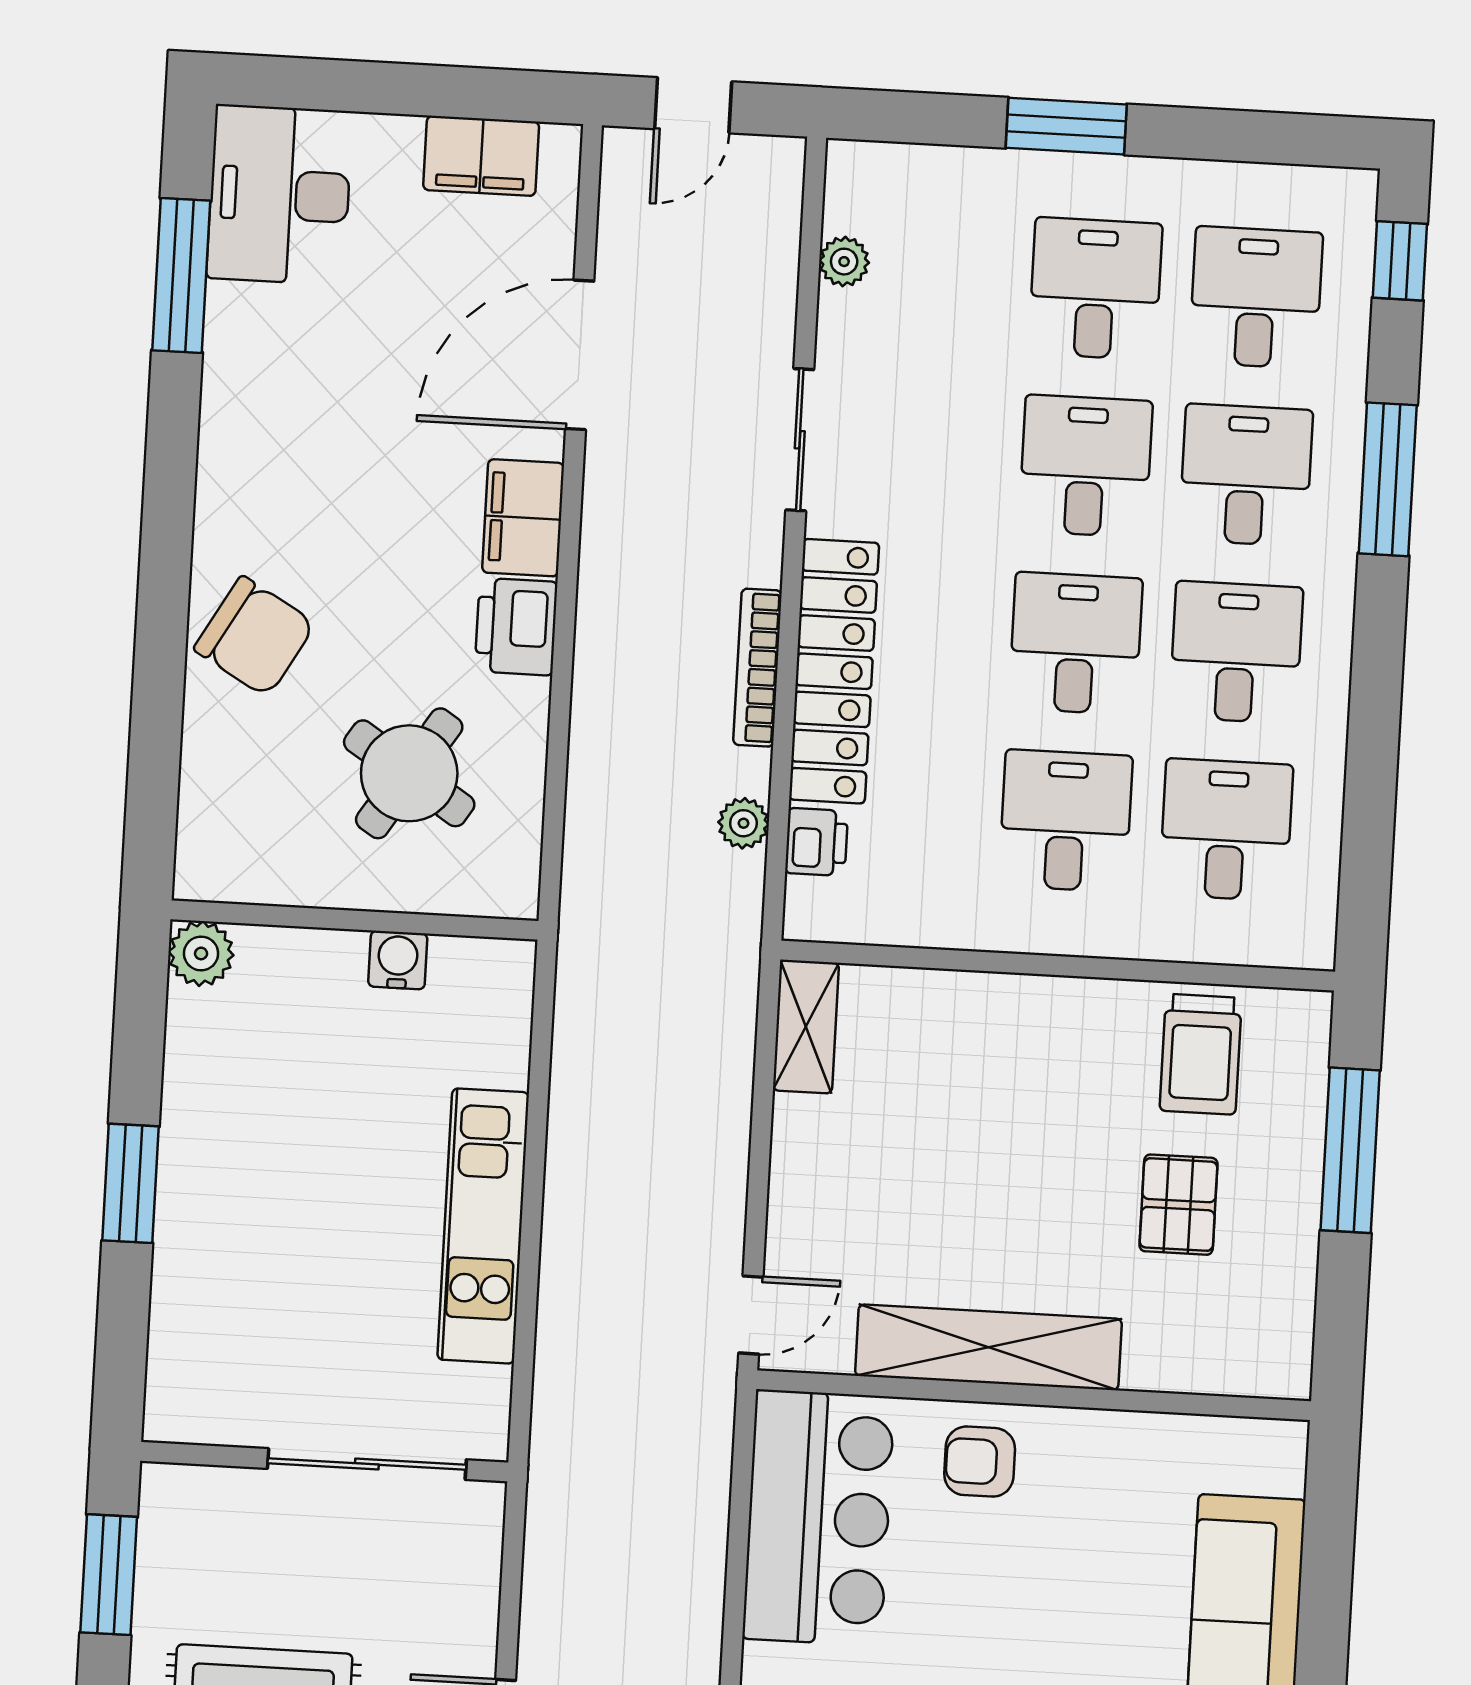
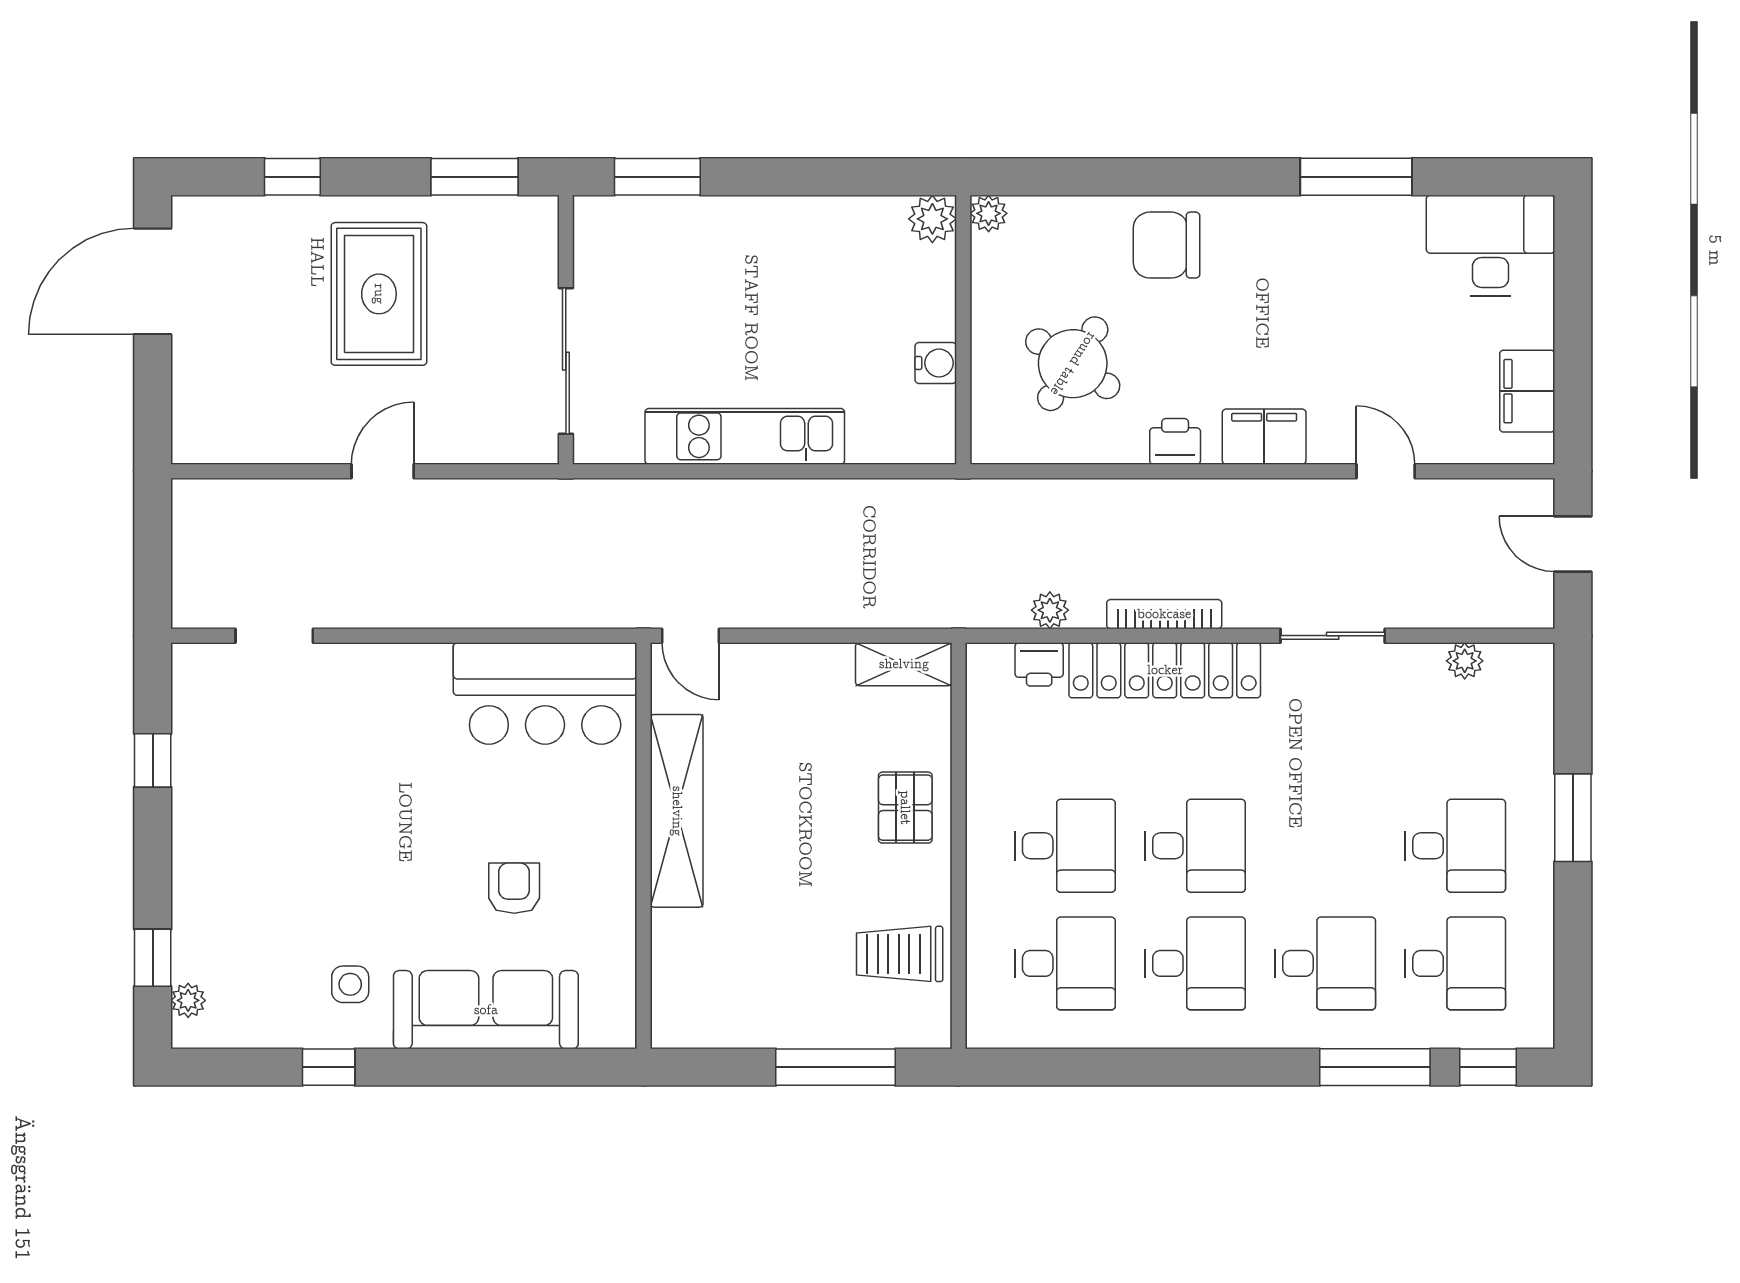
window: (181, 276) -> (1356, 177), moved
door: (580, 355) -> (1386, 471), width x0.53
desk: (1086, 466) -> (1325, 846), removed
window: (1388, 479) -> (1375, 1067), moved
printer: (516, 627) -> (1175, 441), width x0.73, depth x0.81
chair: (255, 636) -> (1166, 245), turned 60
plant: (198, 877) -> (989, 213), added
window: (131, 1183) -> (657, 177), moved
pallet: (1179, 1205) -> (905, 808), moved, turned 90
armchair: (980, 1462) -> (514, 888), moved

